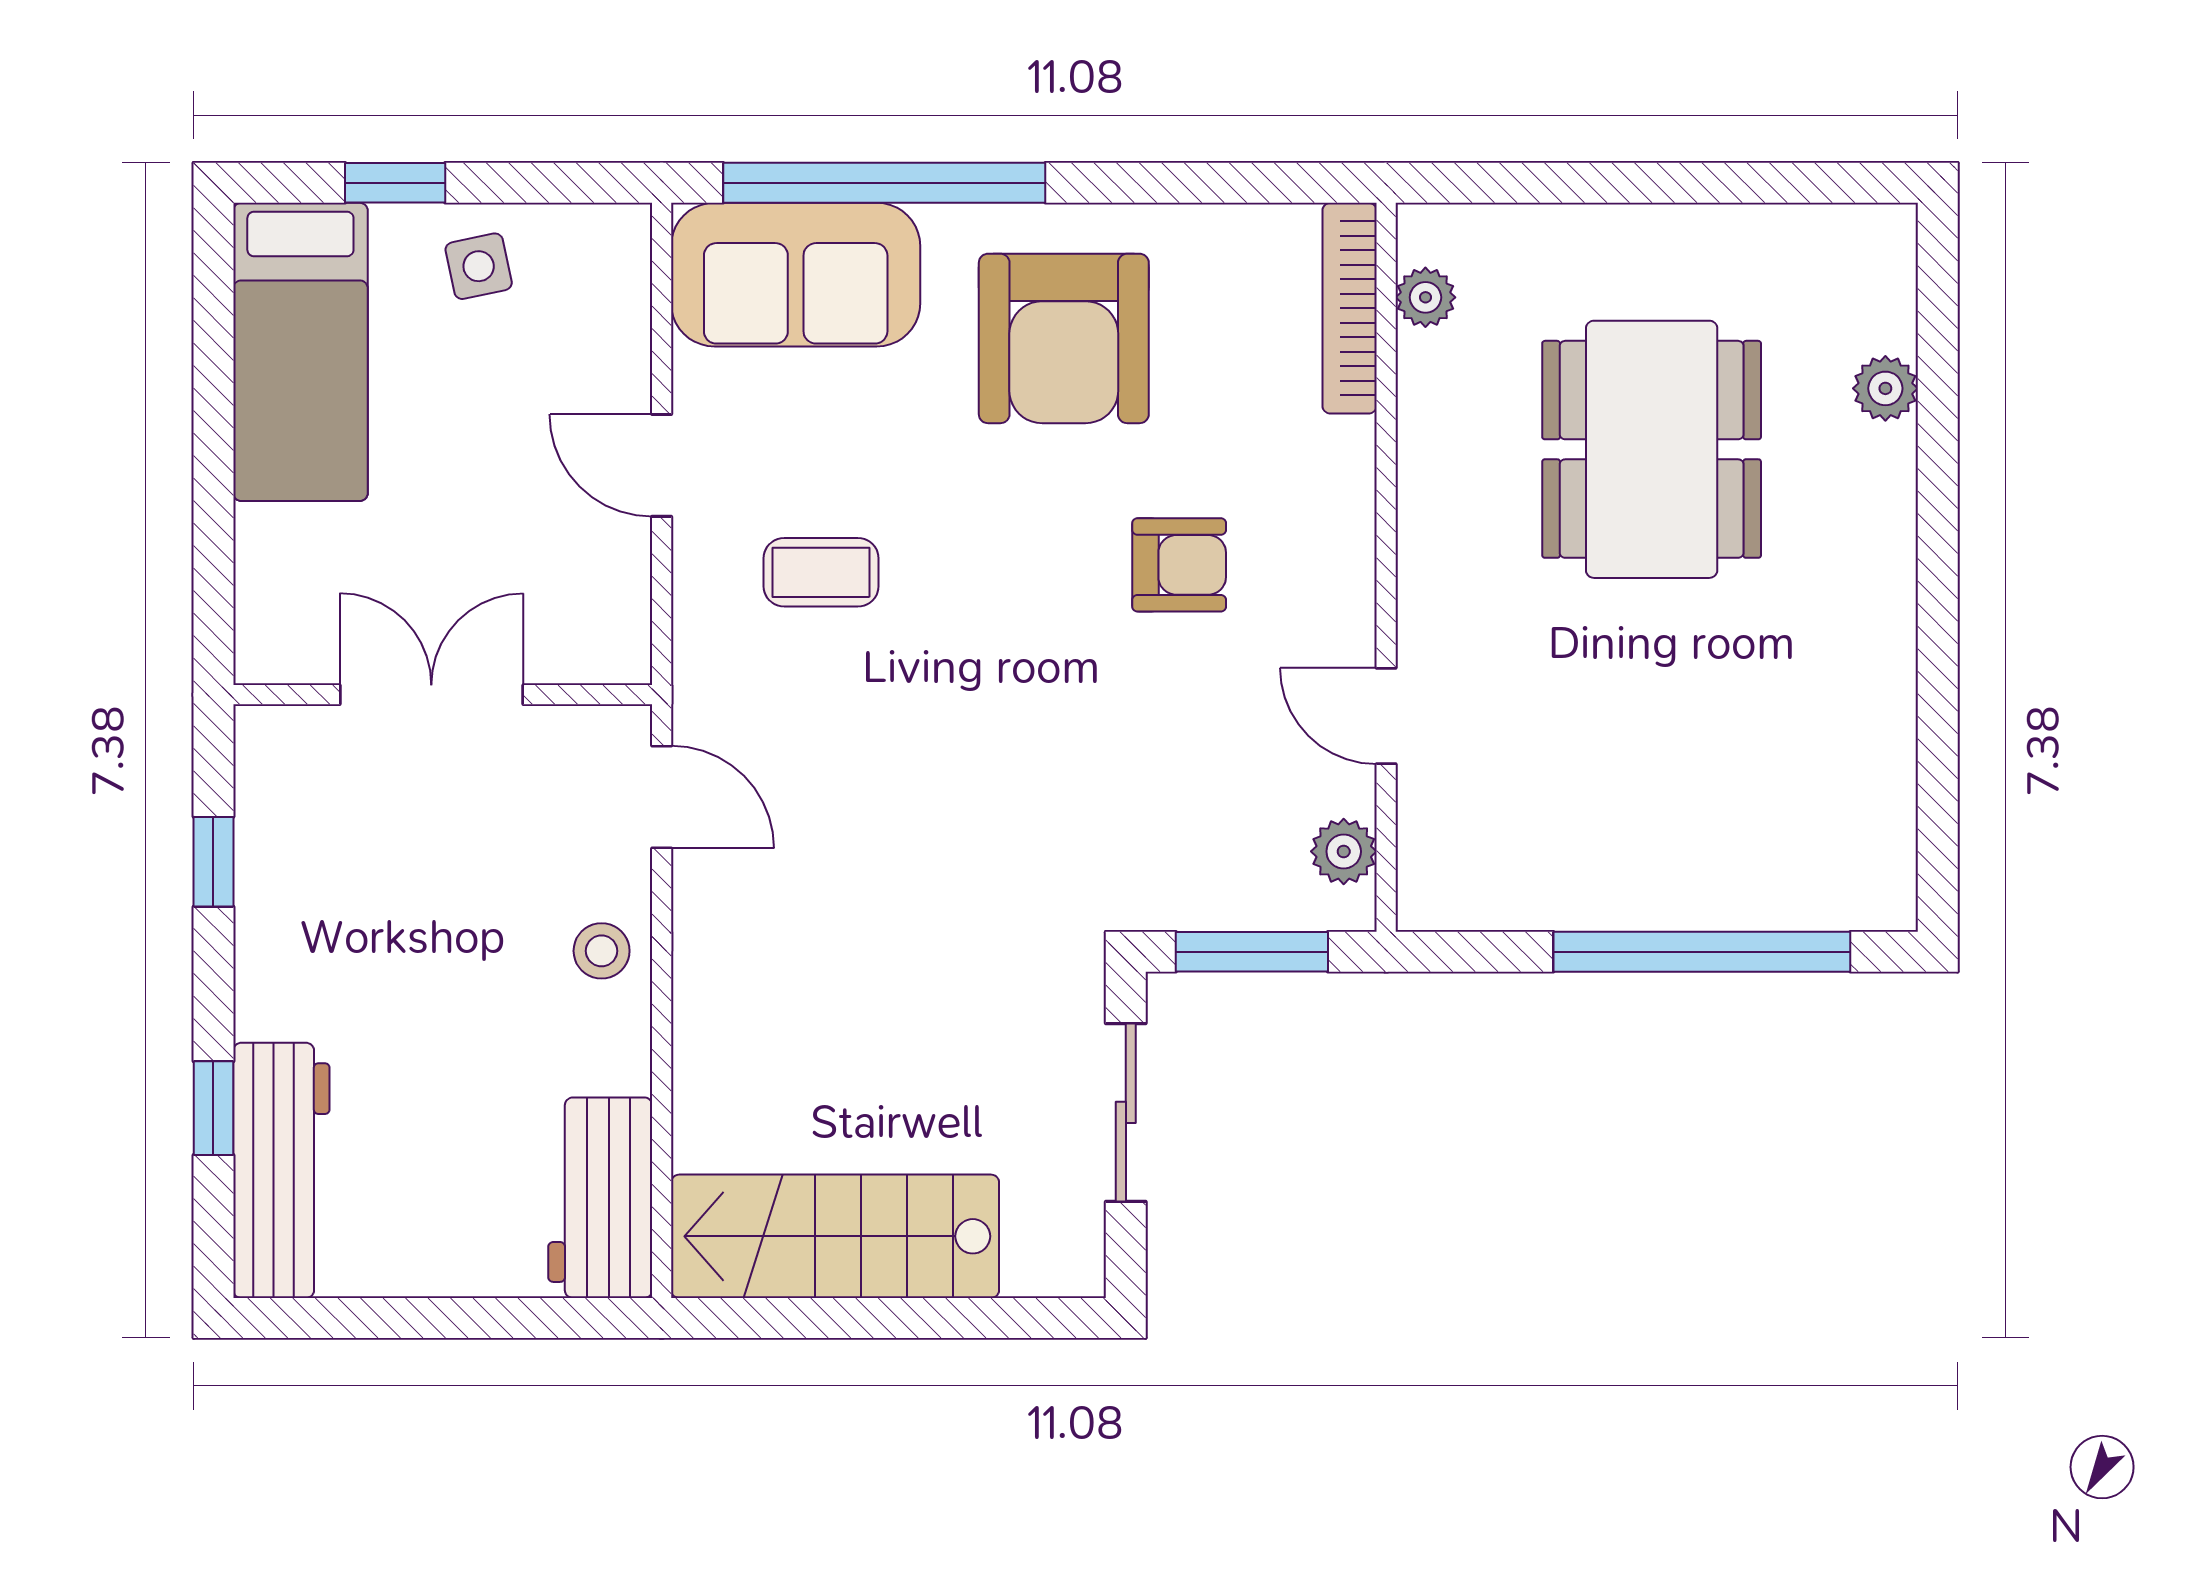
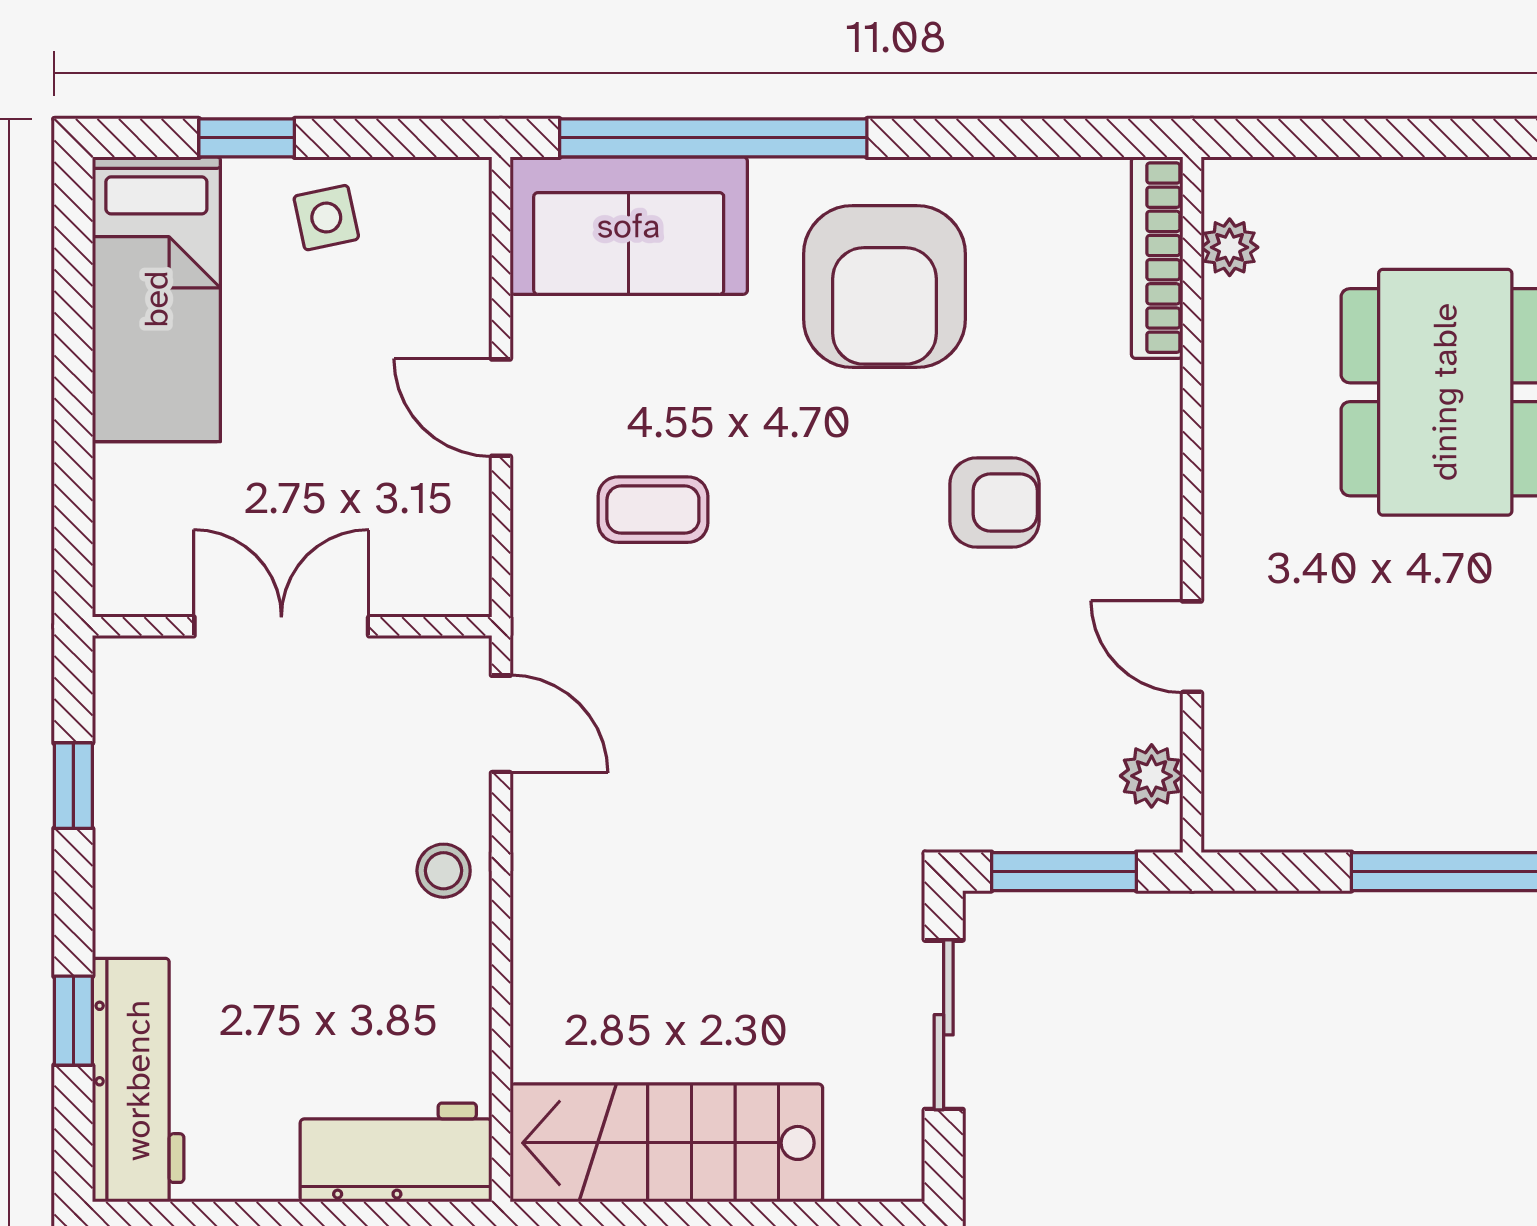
workbench: (600, 1198) -> (396, 1152), moved, turned 90

